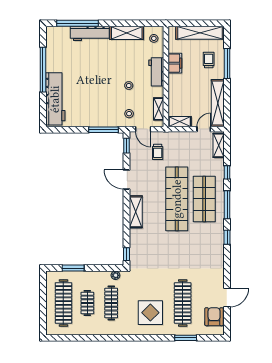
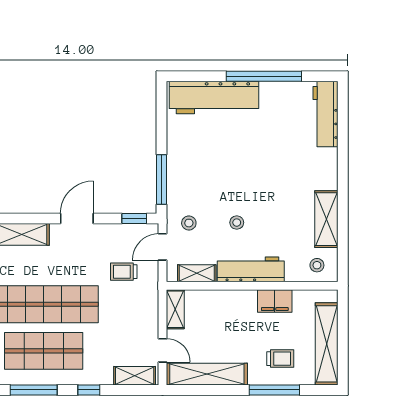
window: (78, 23) -> (343, 135), removed
workbench: (90, 33) -> (325, 114), moved
workbench: (156, 72) -> (251, 269), width x1.38

